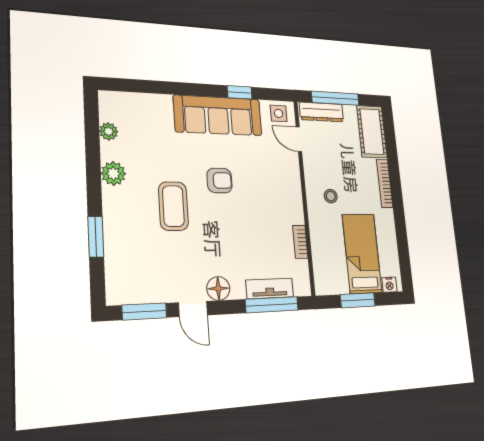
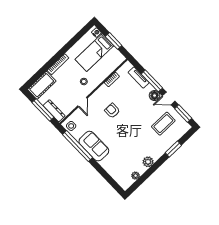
window: (240, 92) -> (77, 146), width x3.17
sofa: (218, 115) -> (94, 146), width x0.73
door: (299, 139) -> (82, 102), moved
armchair: (219, 180) -> (112, 111), moved
coffee table: (173, 206) -> (163, 124), moved
window: (272, 305) -> (152, 81), moved
door: (193, 309) -> (169, 98), swing flipped

